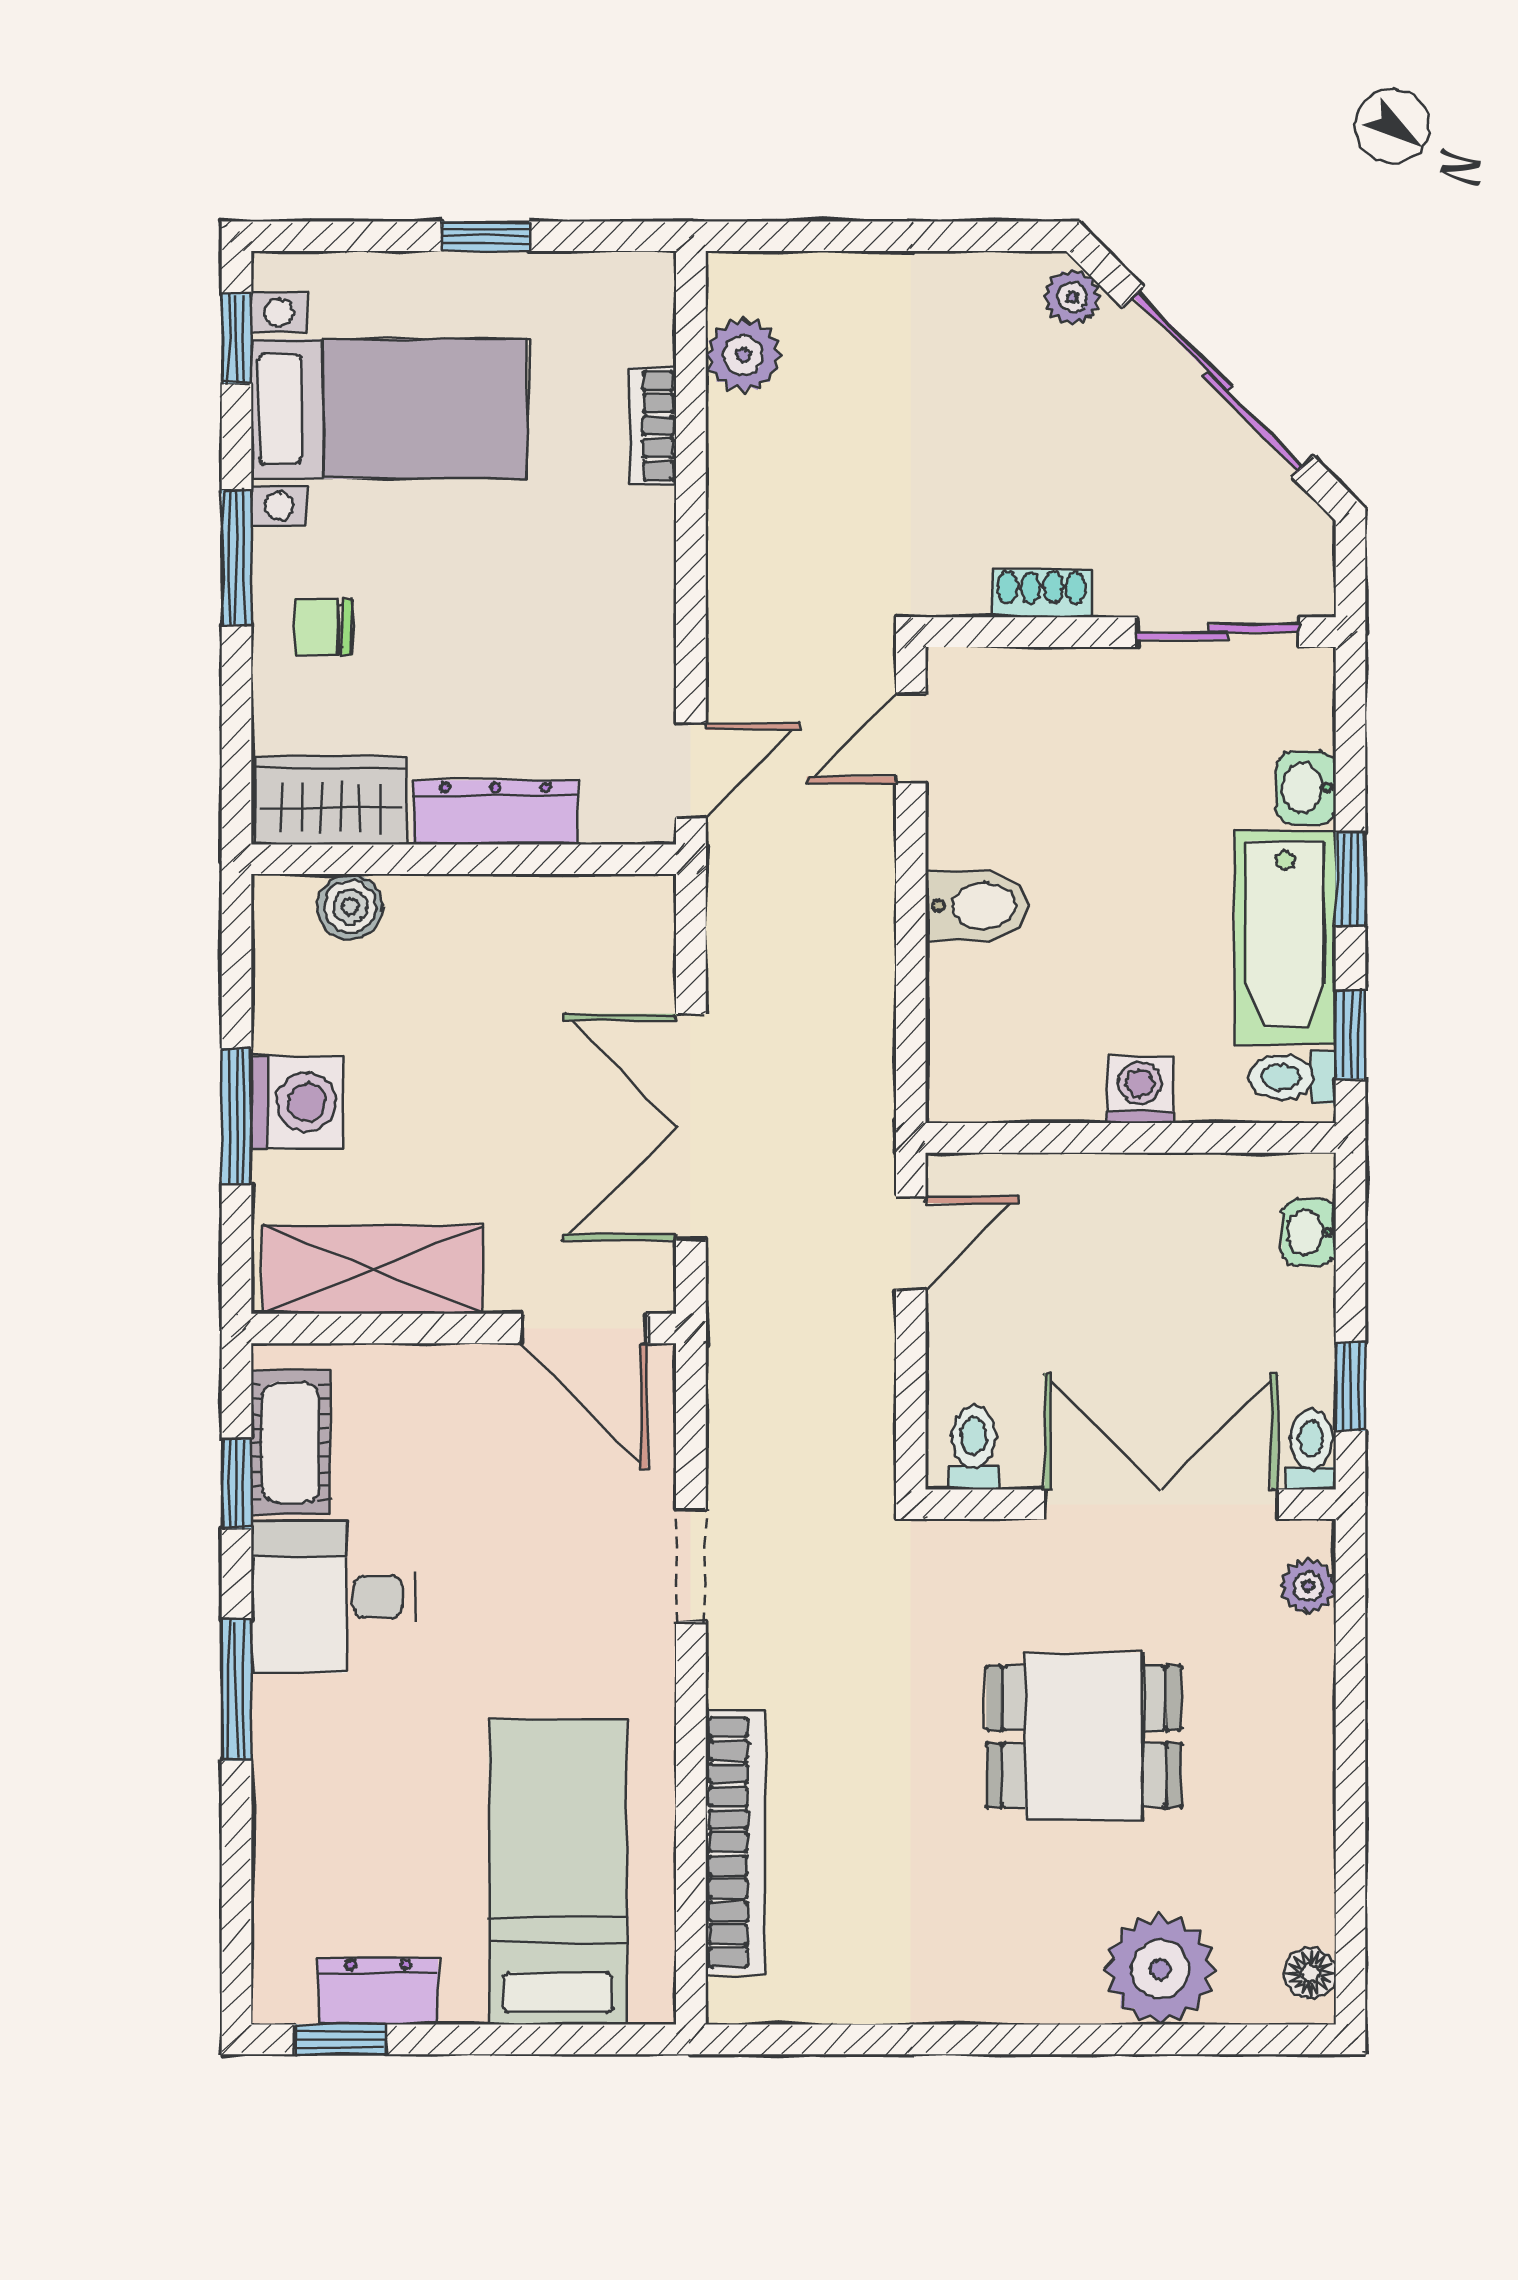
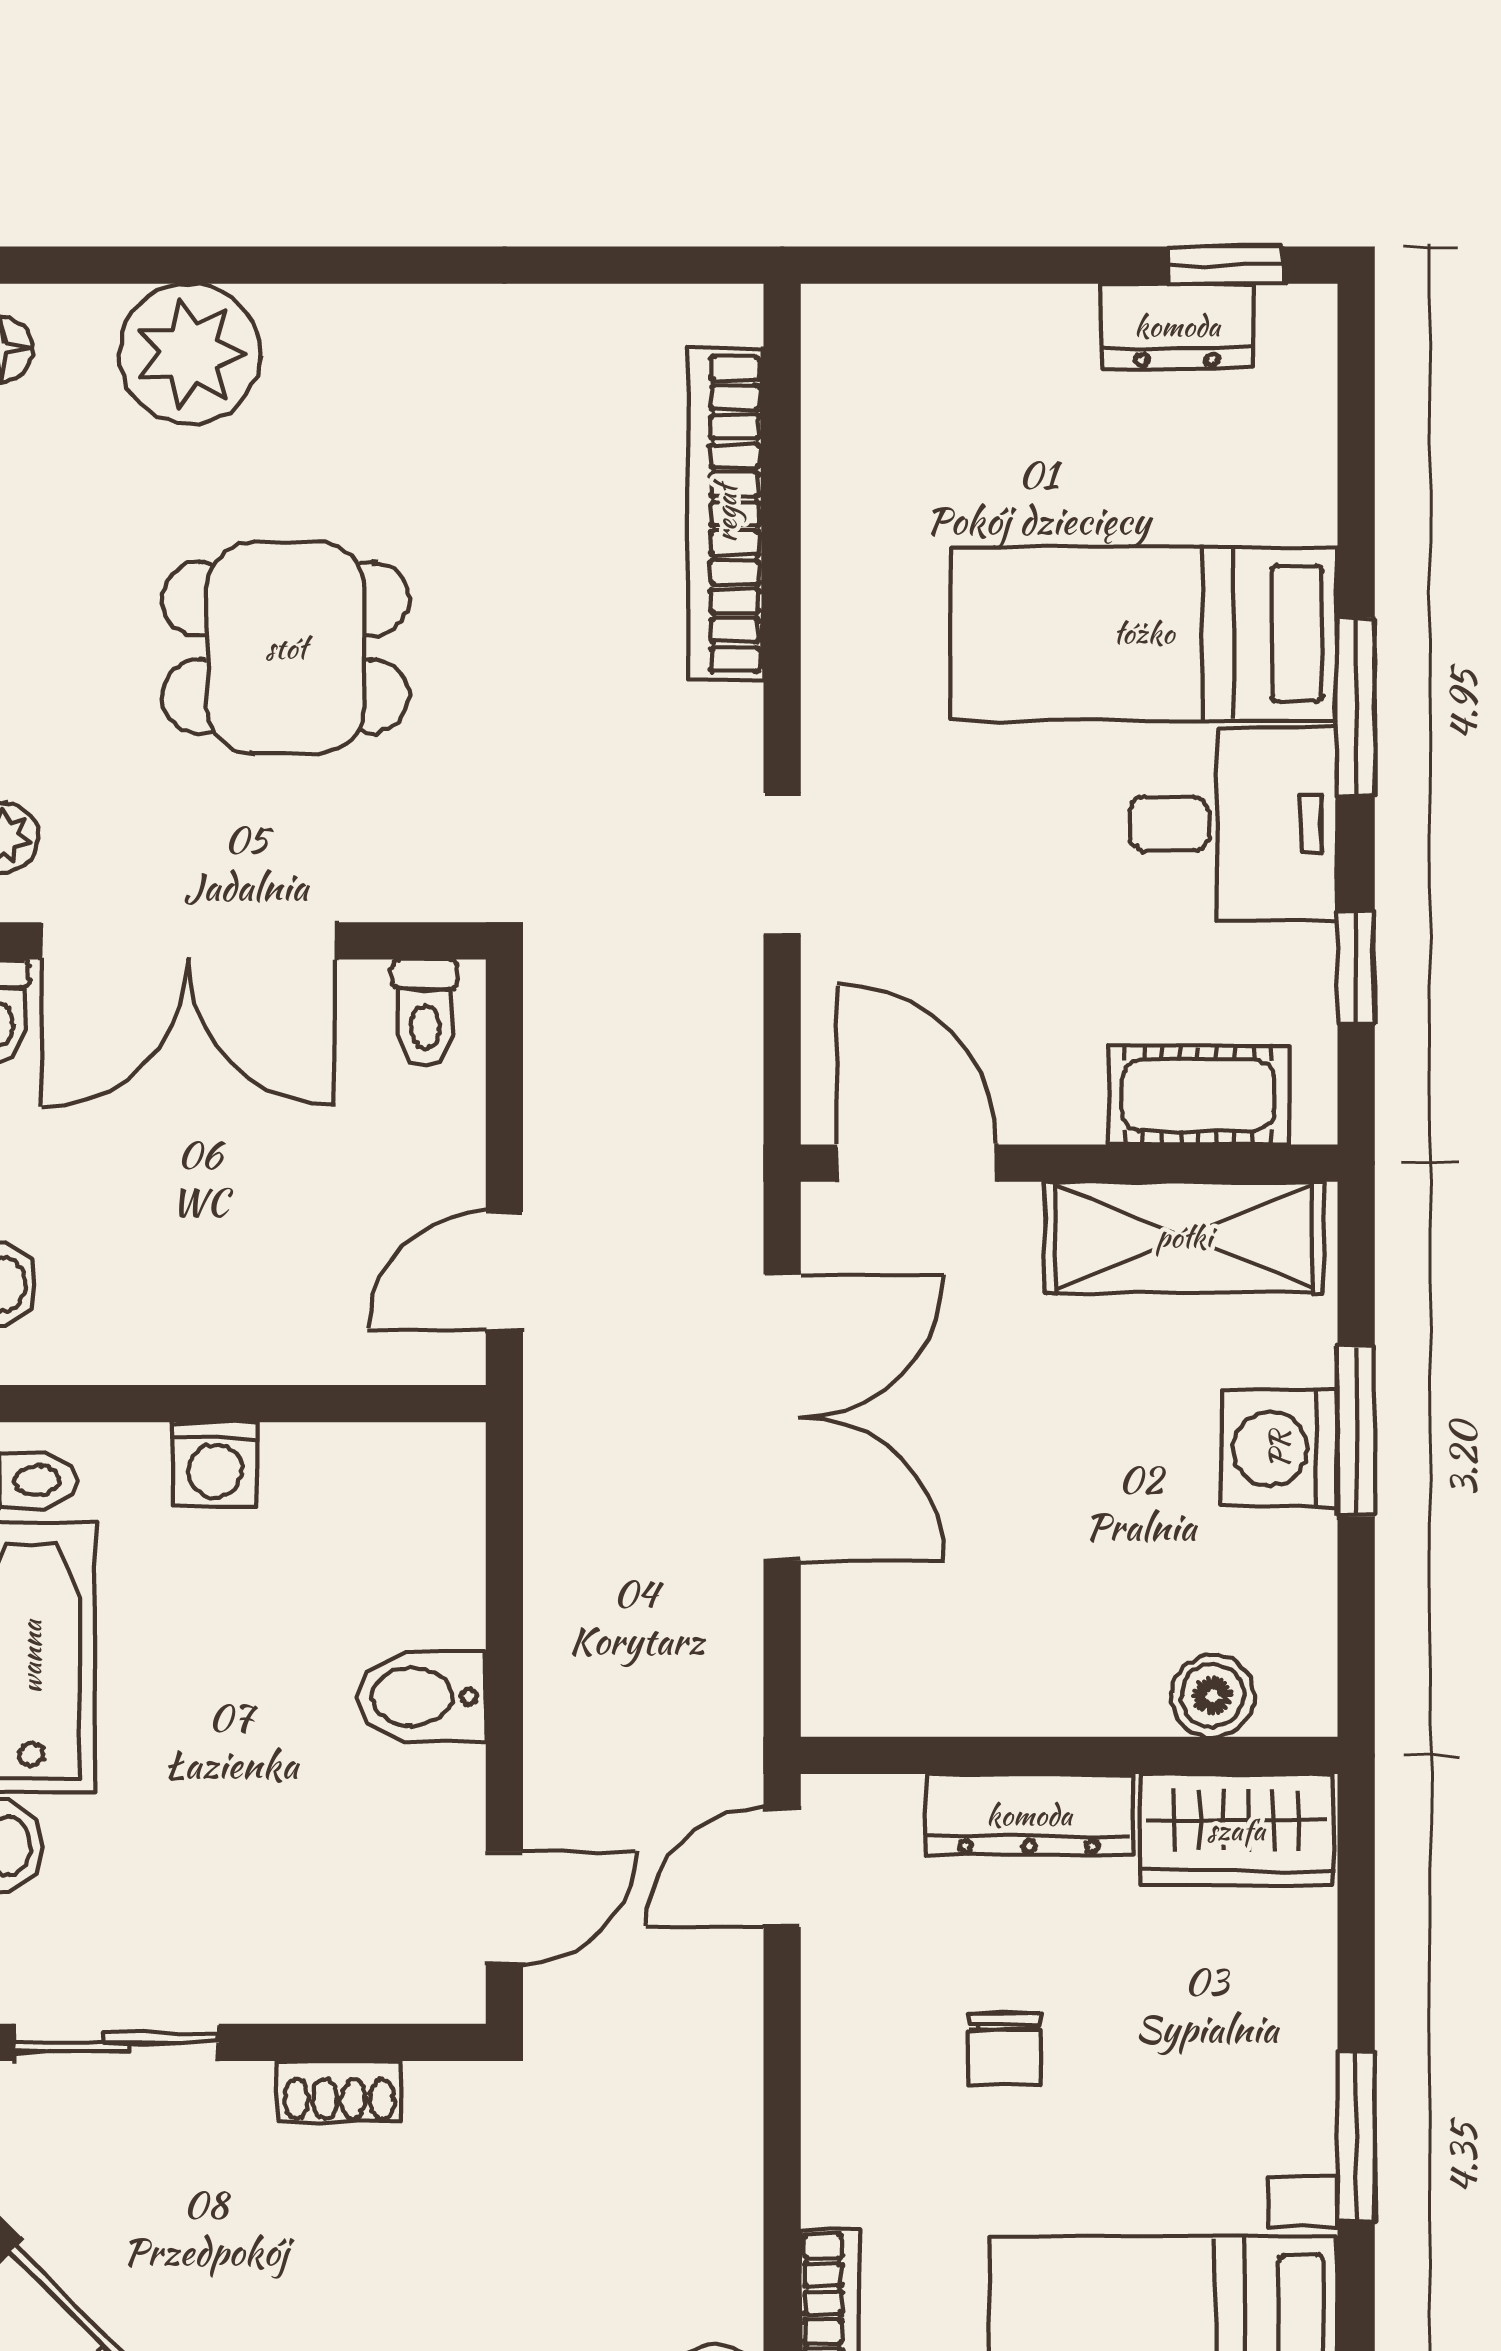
chair: (323, 627) -> (1004, 2049), moved, turned 90
cot: (290, 1442) -> (1198, 1095), moved, turned 90
bed: (558, 1872) -> (1144, 633), moved, turned 90

